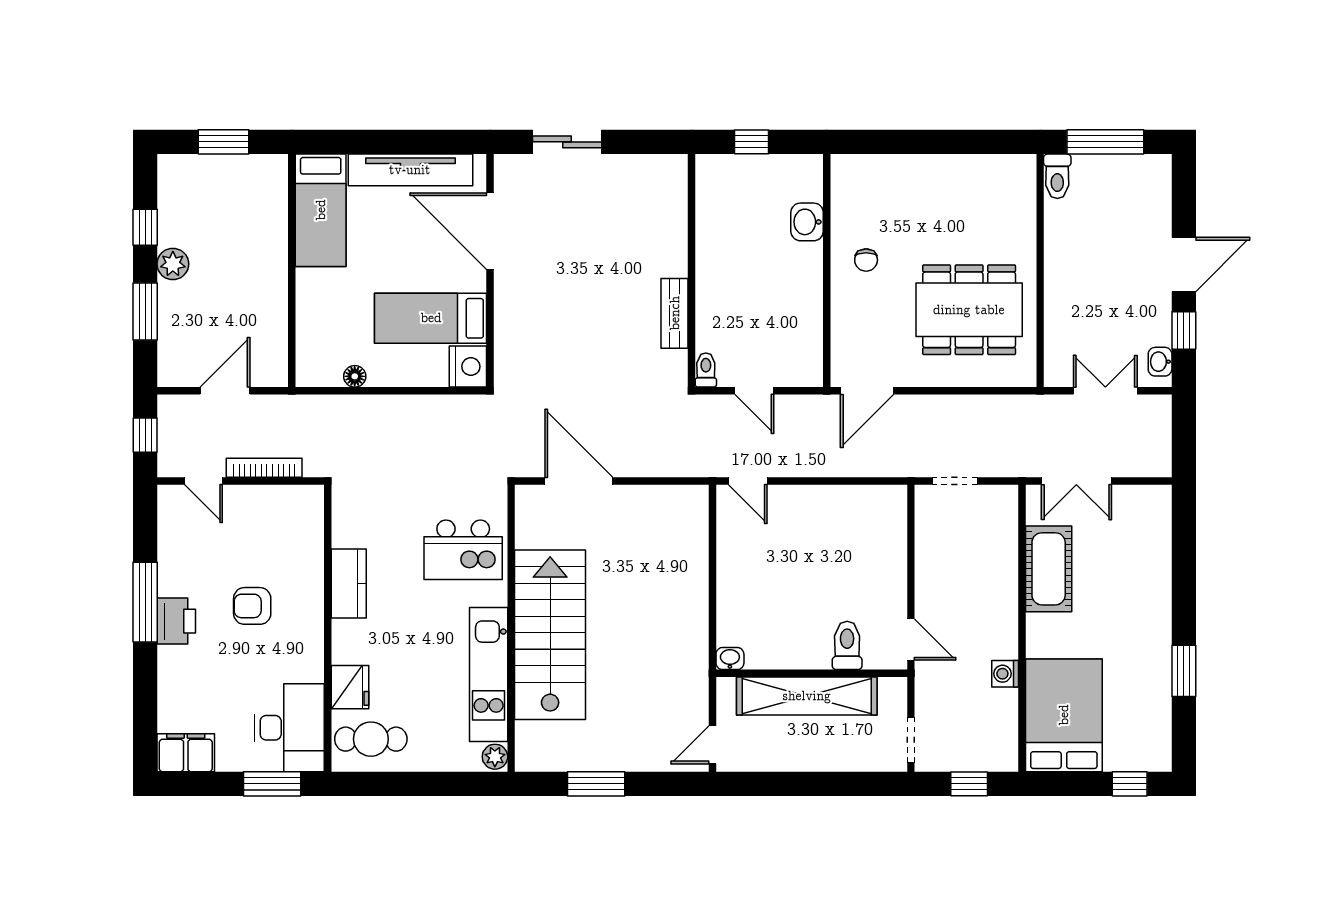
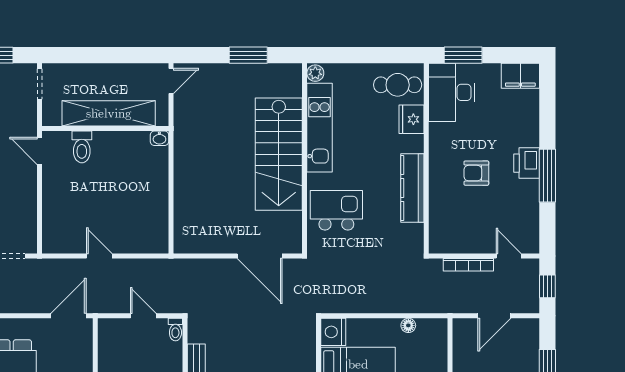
door: (748, 481) -> (99, 256), moved
kitchen counter: (349, 584) -> (412, 188), width x1.50
armchair: (252, 606) -> (476, 173), turned 180

